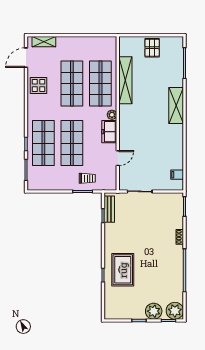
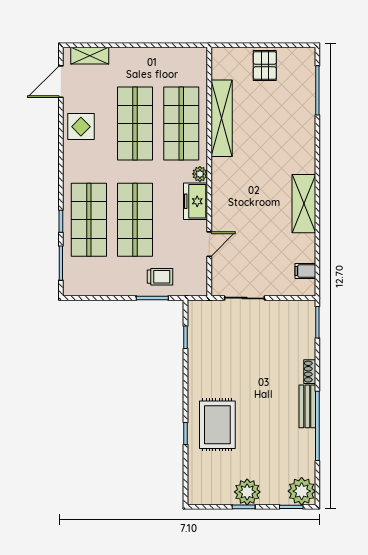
shelving: (176, 106) -> (304, 204), moved
bench: (109, 209) -> (307, 406), moved
plant: (154, 311) -> (247, 492), moved

